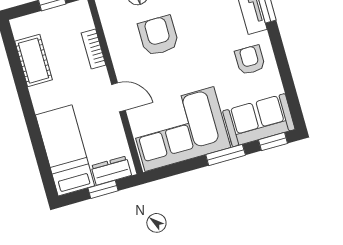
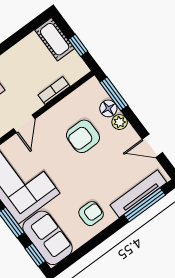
armchair: (158, 36) -> (83, 136), turned 180
cot: (34, 61) -> (55, 39), moved, turned 90

